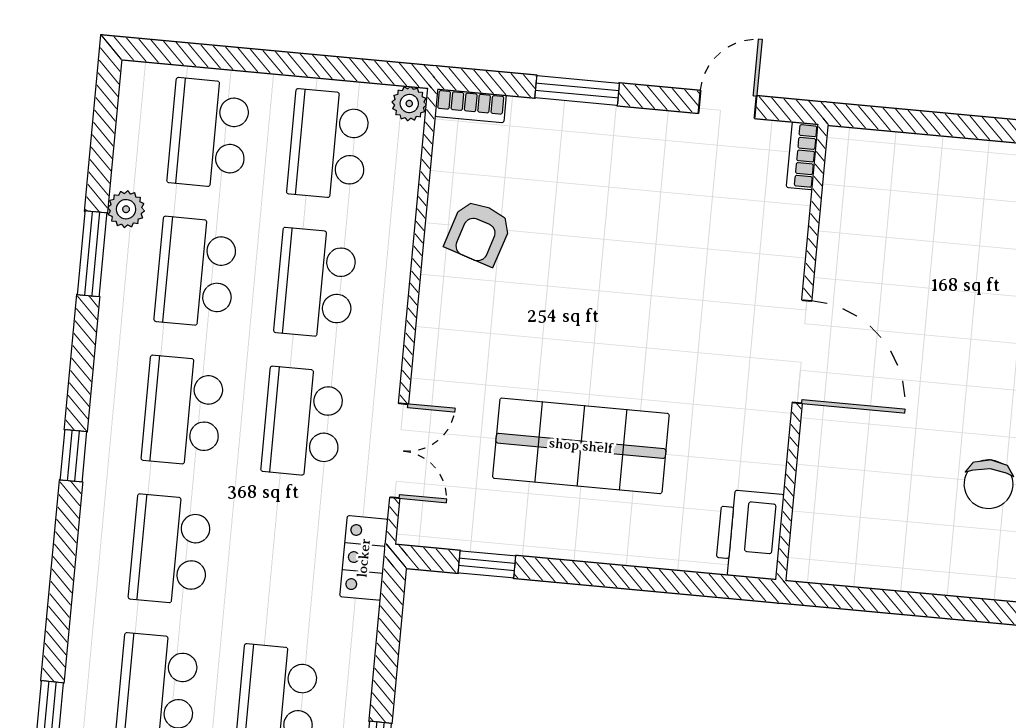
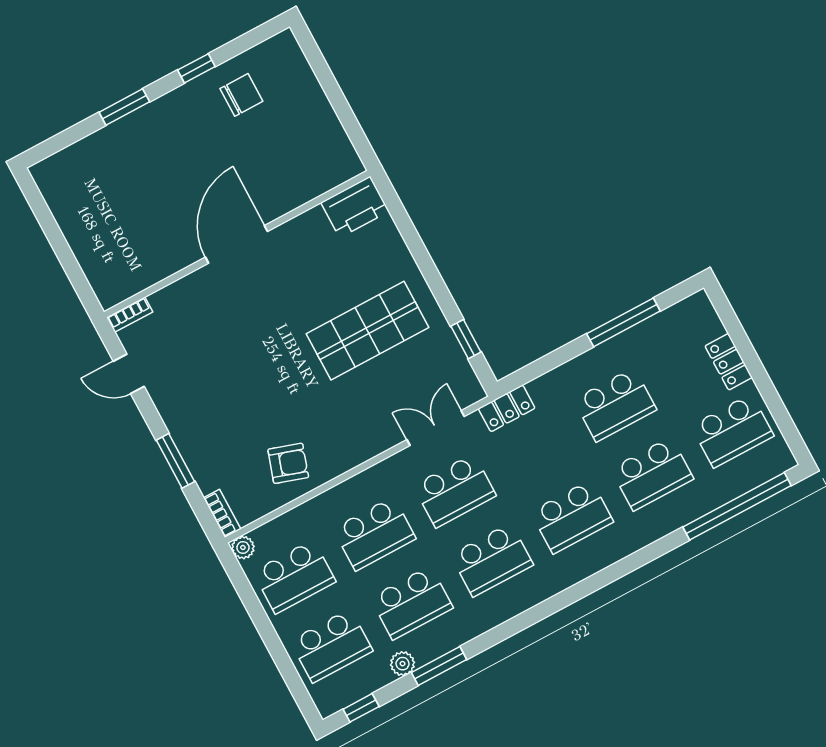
shop shelf: (581, 446) -> (367, 331), turned 90
window: (73, 456) -> (361, 708), moved

